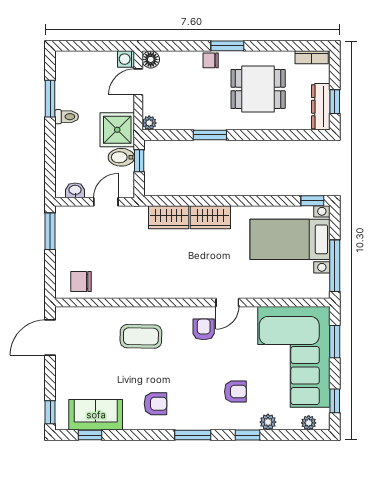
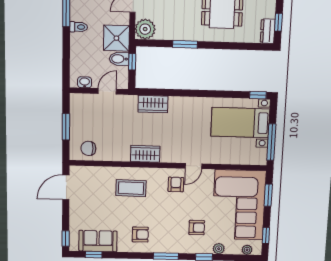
dresser: (321, 107) -> (268, 31), width x0.70
plant: (149, 123) -> (145, 29), width x1.88, depth x1.88
wardrobe: (210, 217) -> (145, 154), moved, turned 180
window: (50, 231) -> (66, 127), moved

